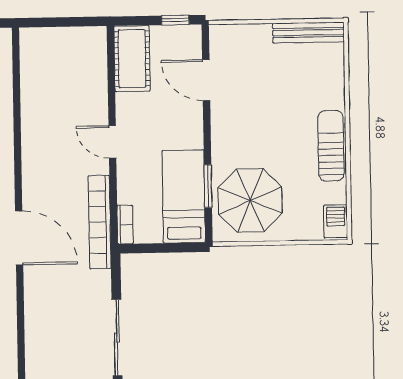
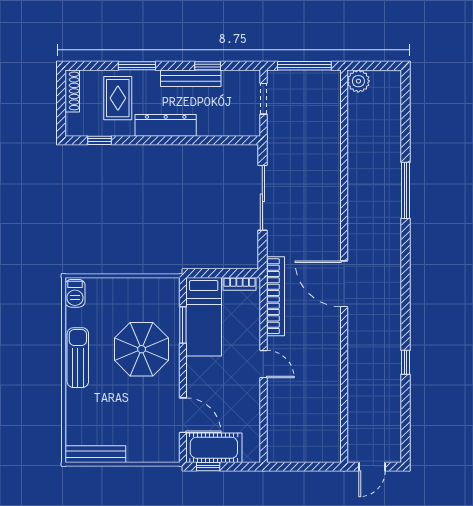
cot: (132, 59) -> (214, 448), moved, turned 90
sun lounger: (331, 146) -> (78, 358), turned 180
parasol: (250, 201) -> (142, 349), moved
bookcase: (125, 225) -> (239, 284), moved, turned -90

